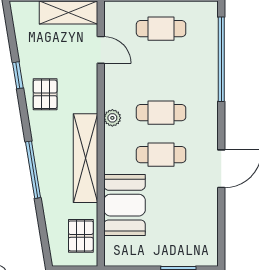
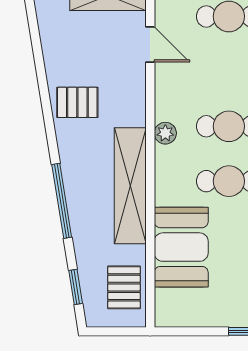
window: (18, 75) -> (76, 287), moved
pallet: (45, 94) -> (77, 102), turned 90

